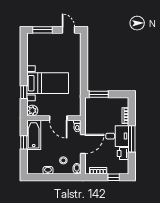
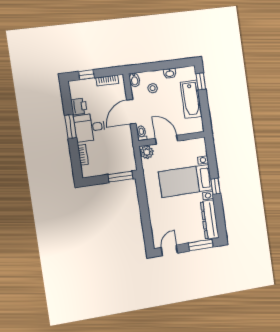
door: (68, 30) -> (169, 250), swing flipped
dresser: (32, 49) -> (210, 219), added
window: (24, 92) -> (216, 186), moved
plant: (32, 111) -> (147, 152), moved
bathtub: (34, 135) -> (191, 99), moved
window: (132, 139) -> (71, 126), width x0.69
window: (24, 142) -> (201, 81), moved

